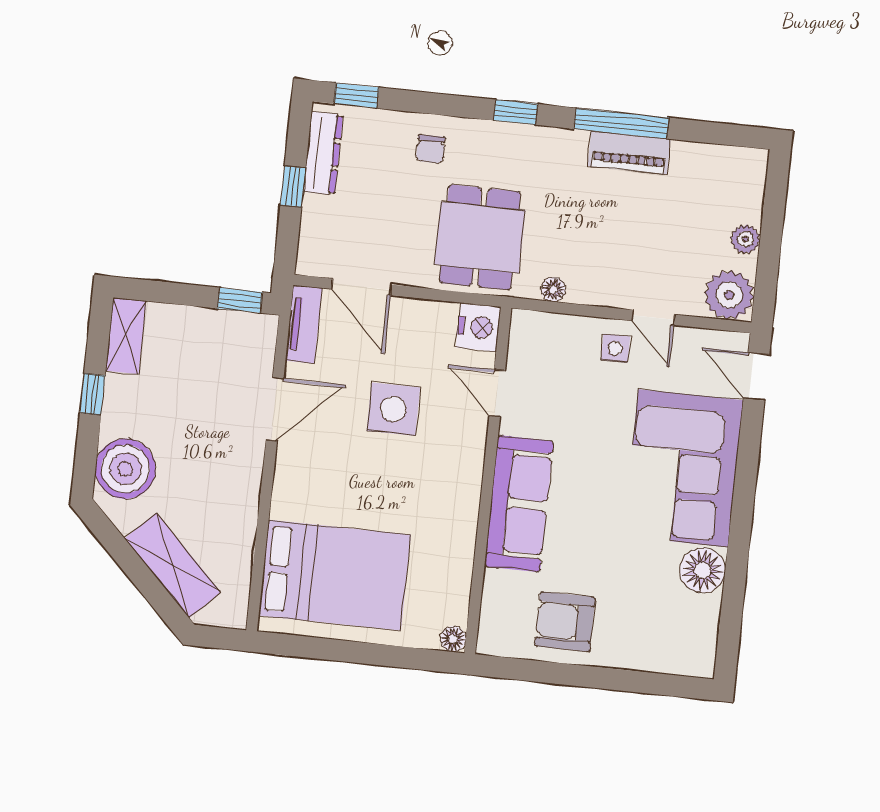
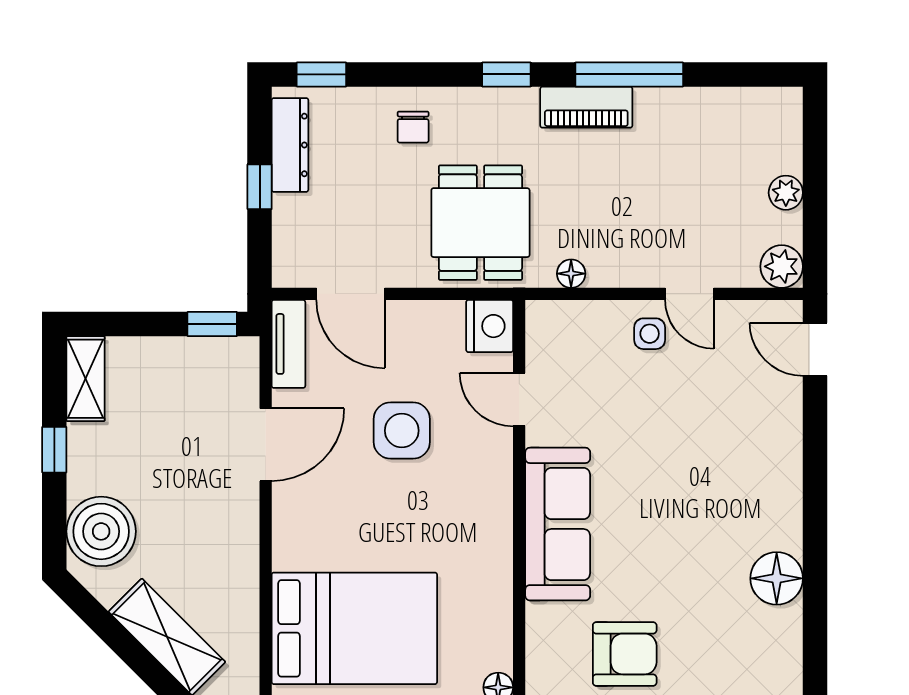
piano: (629, 153) -> (586, 107), moved
plant: (729, 295) -> (782, 266), width x0.73, depth x0.73
corner sofa: (683, 468) -> (742, 463), removed
armchair: (565, 622) -> (625, 654), turned 180

